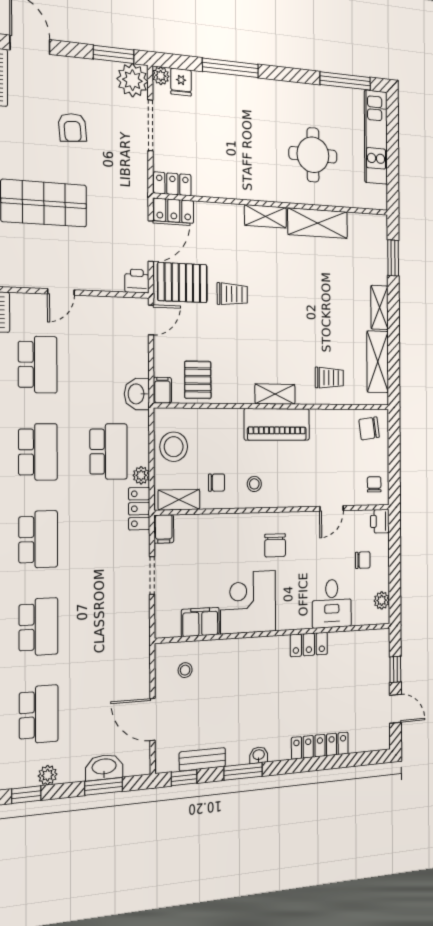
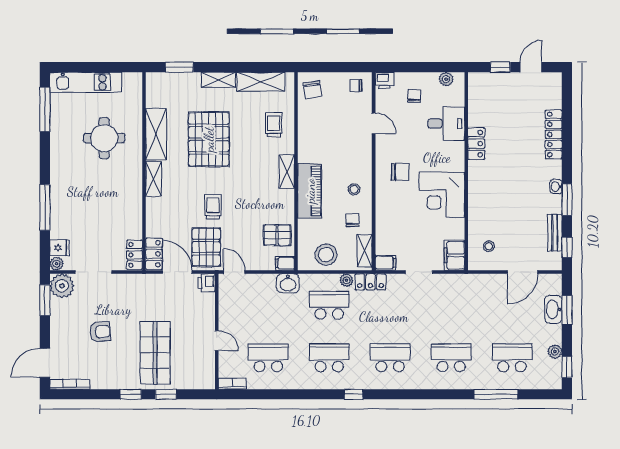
pallet: (312, 292) -> (209, 139), added
piano: (277, 424) -> (310, 191), moved
filing cabinet: (200, 622) -> (454, 255), moved

